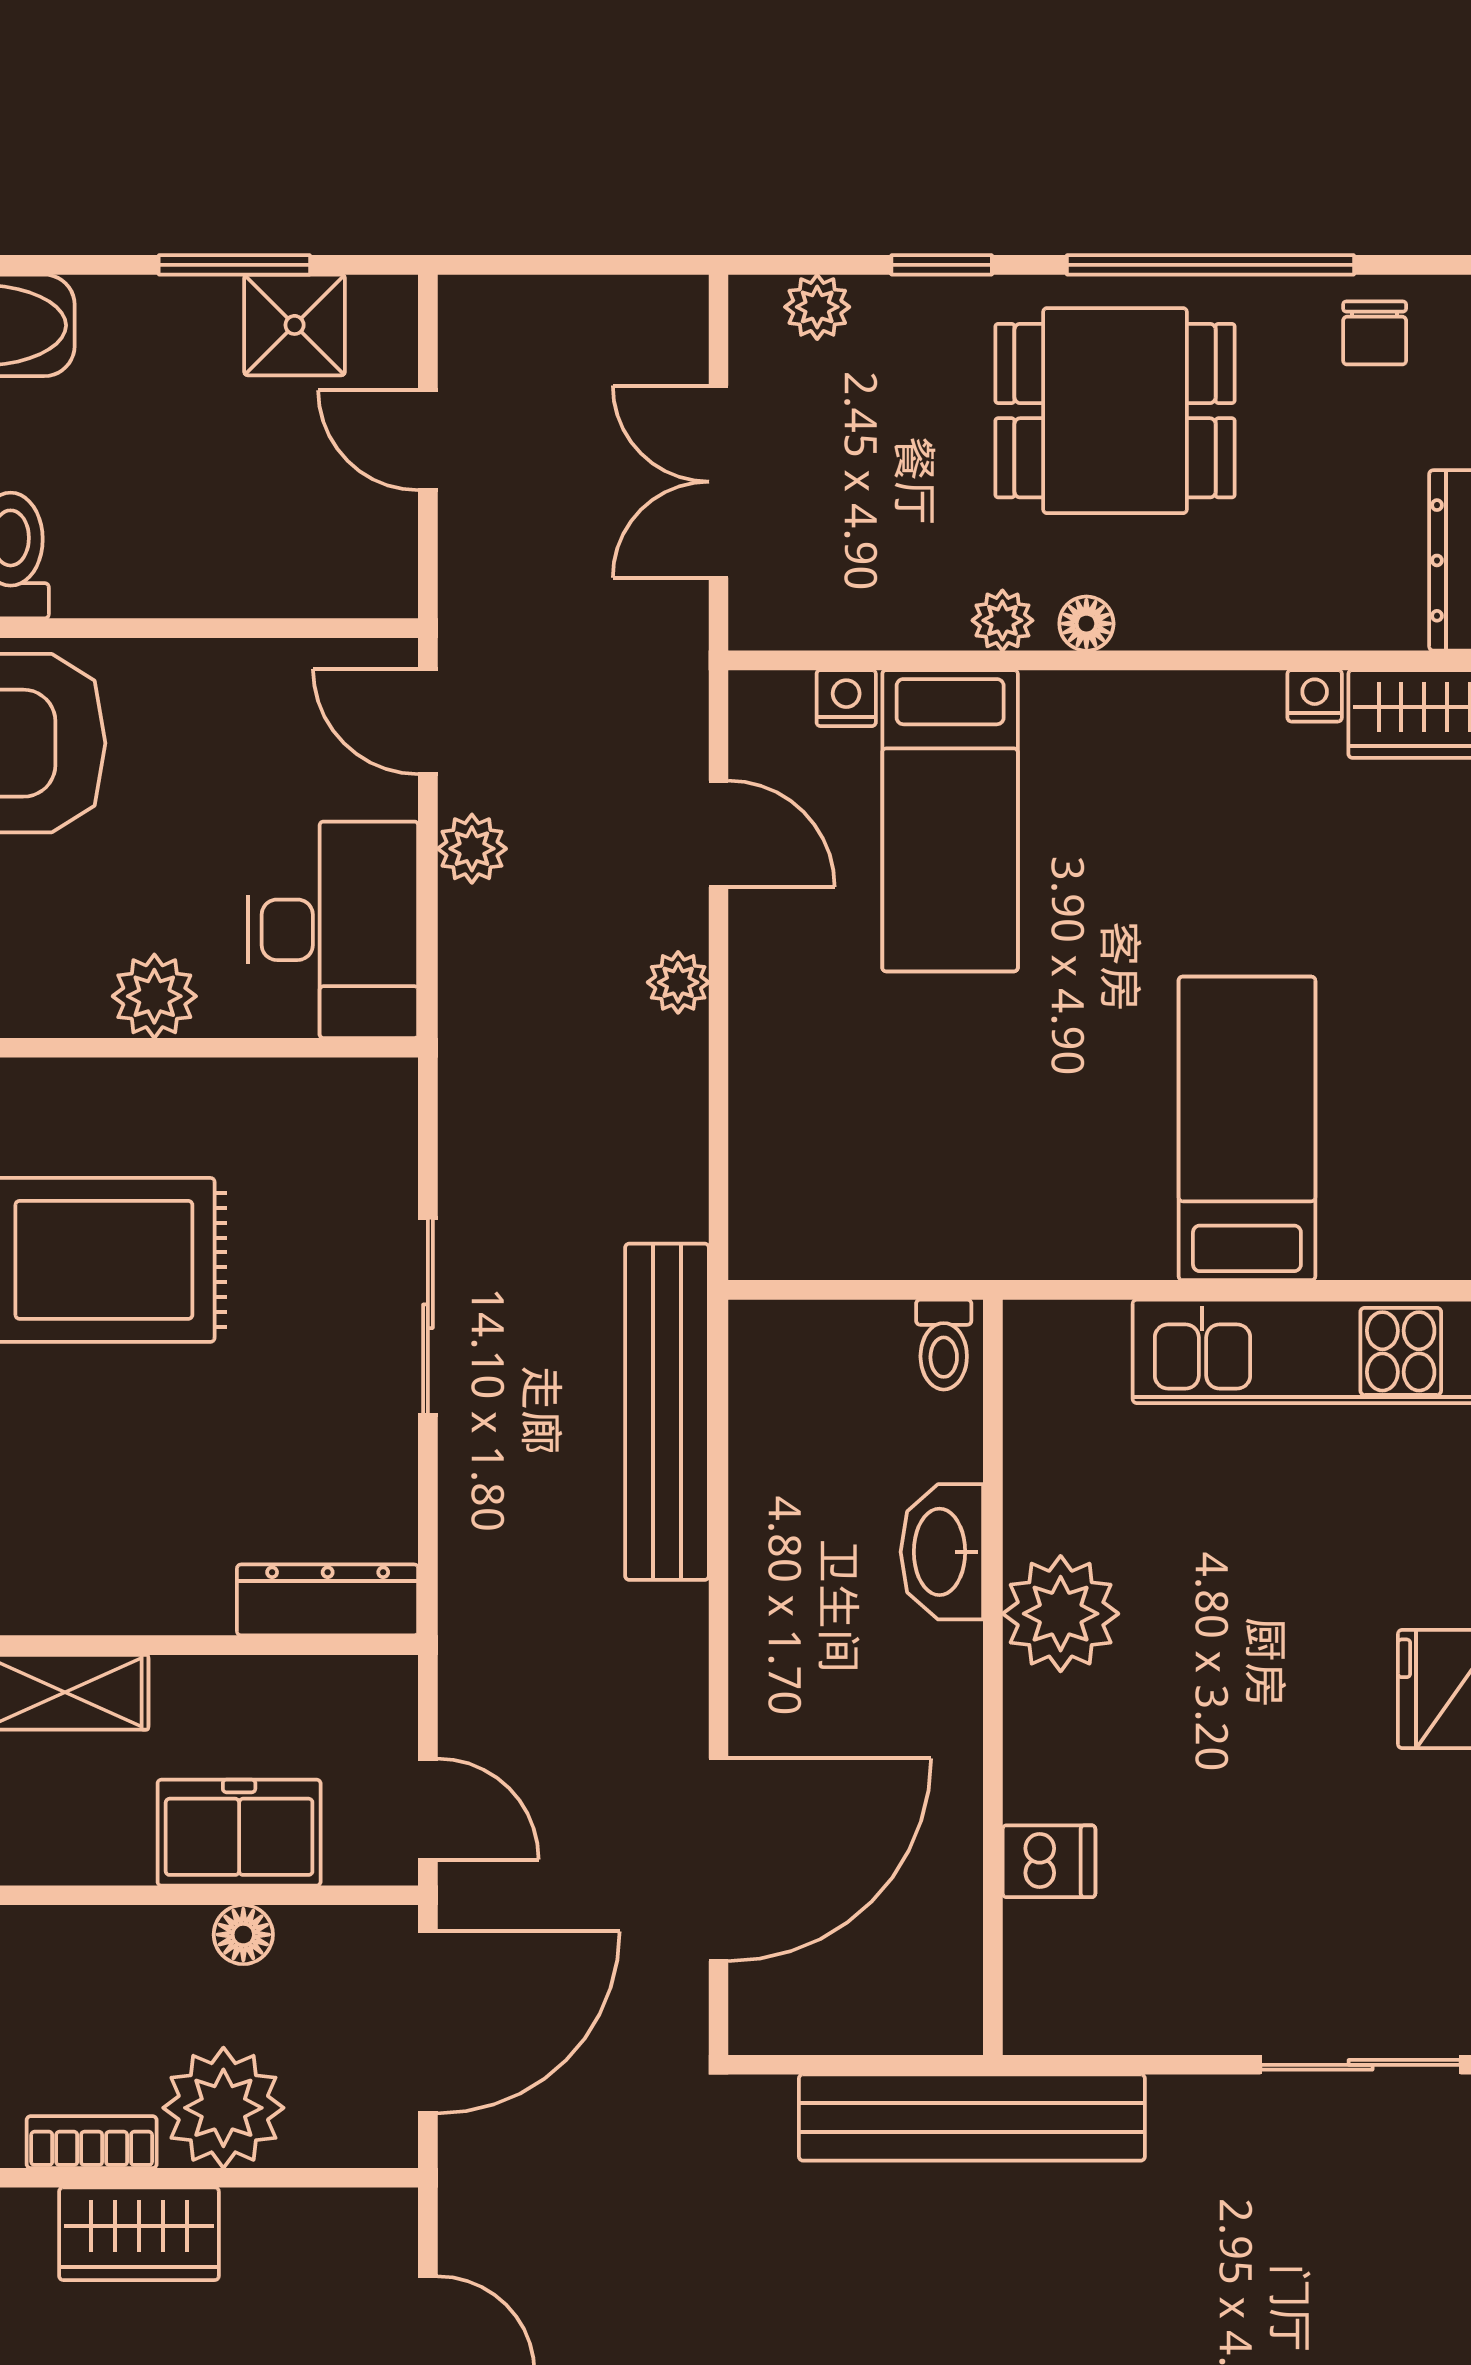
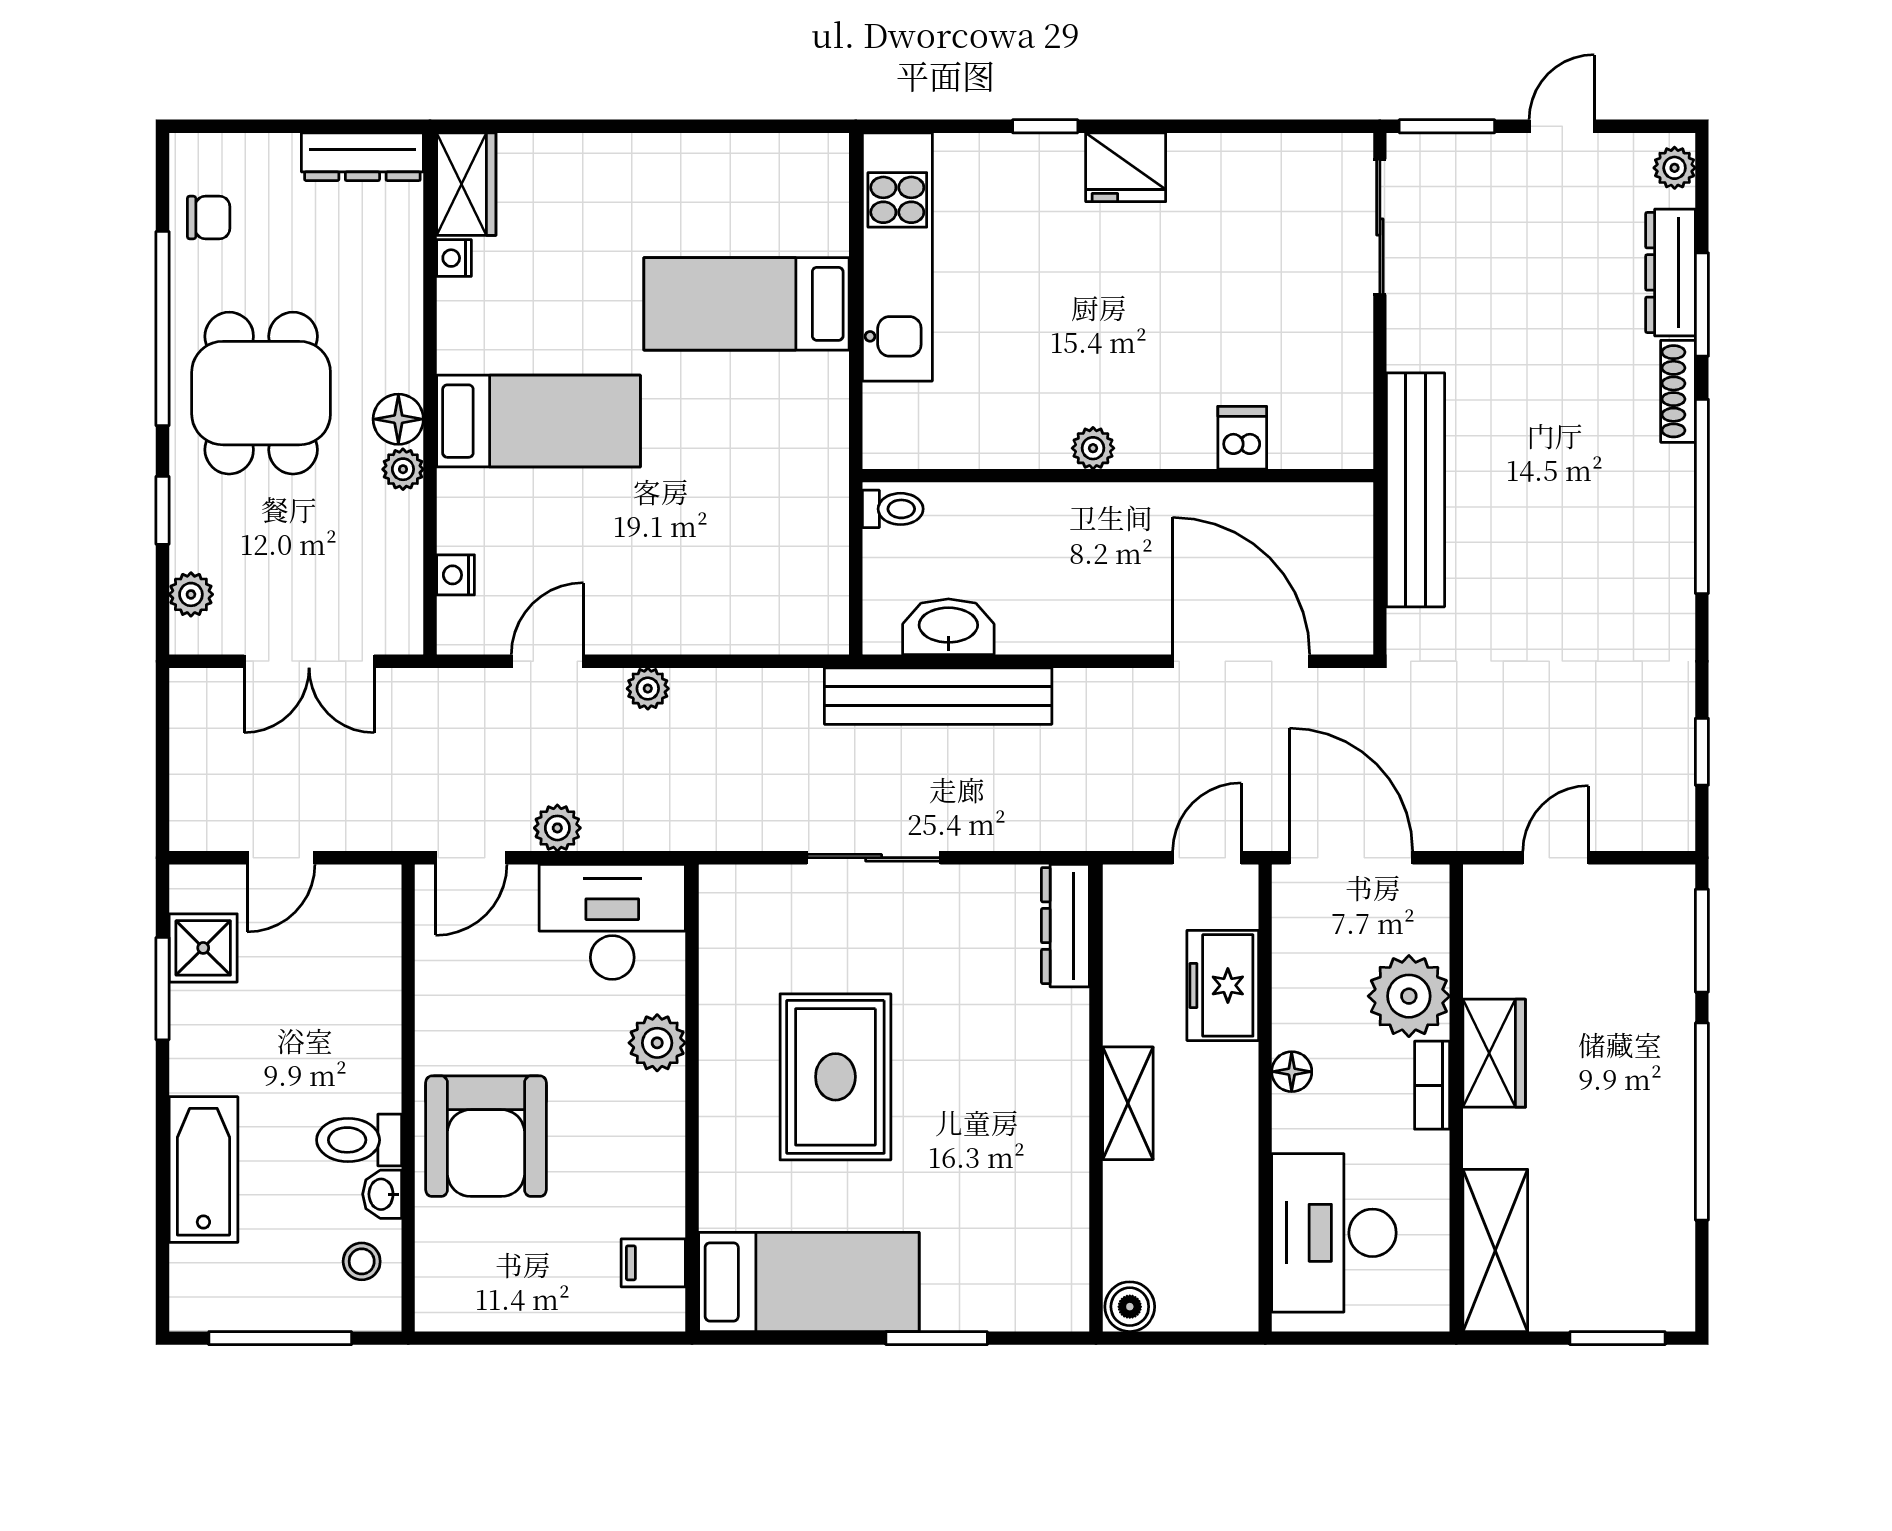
floor lamp: (1086, 624) -> (398, 419), width x1.37, depth x1.37
bed: (950, 821) -> (538, 421), moved
washbasin: (942, 1552) -> (948, 627), moved, turned 180
plant: (1061, 1614) -> (1093, 448), width x0.53, depth x0.53
floor lamp: (243, 1935) -> (1292, 1072), moved

